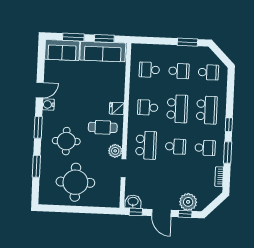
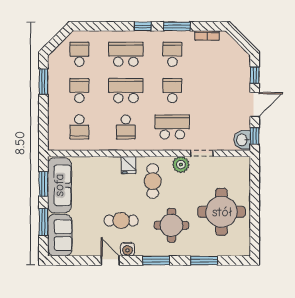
cafe table: (72, 100) -> (121, 221), added
plant: (188, 202) -> (240, 72), removed

